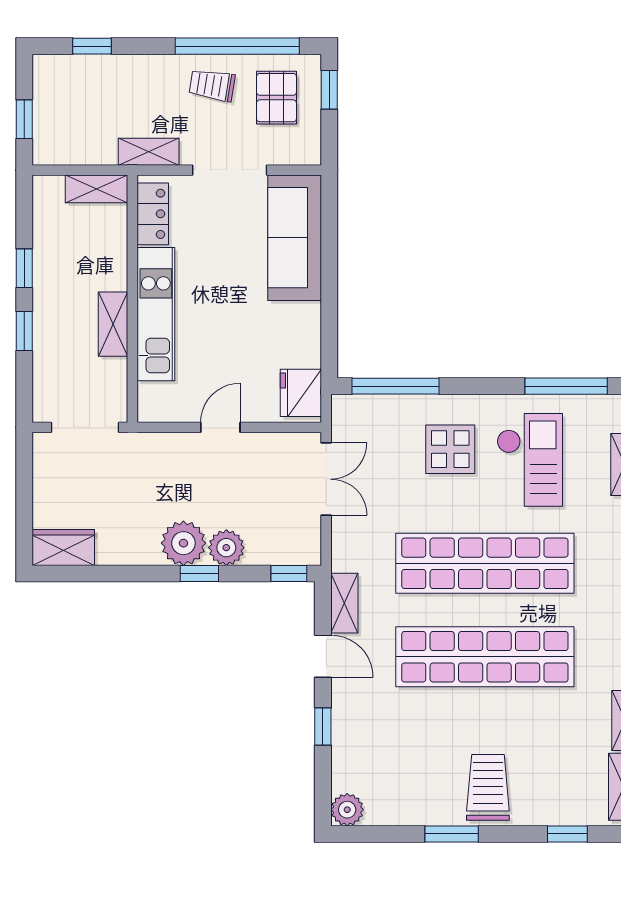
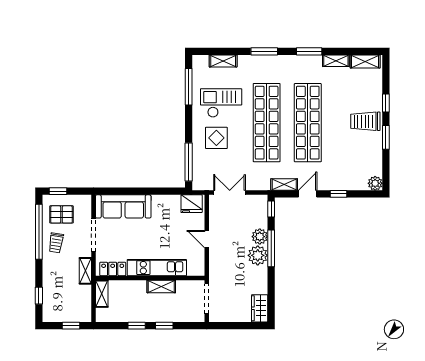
window: (199, 573) -> (271, 248), width x2.17
window: (567, 834) -> (386, 103), moved

